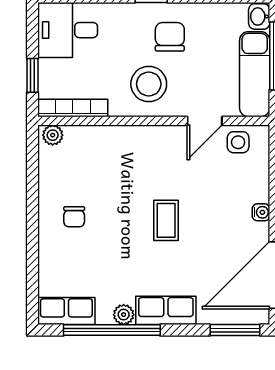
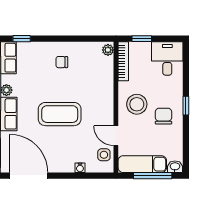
chair: (170, 37) -> (164, 116), turned -90
water cooler: (261, 212) -> (80, 168), moved
coffee table: (166, 220) -> (60, 114), width x1.86, depth x1.72
window: (33, 288) -> (22, 39), added

